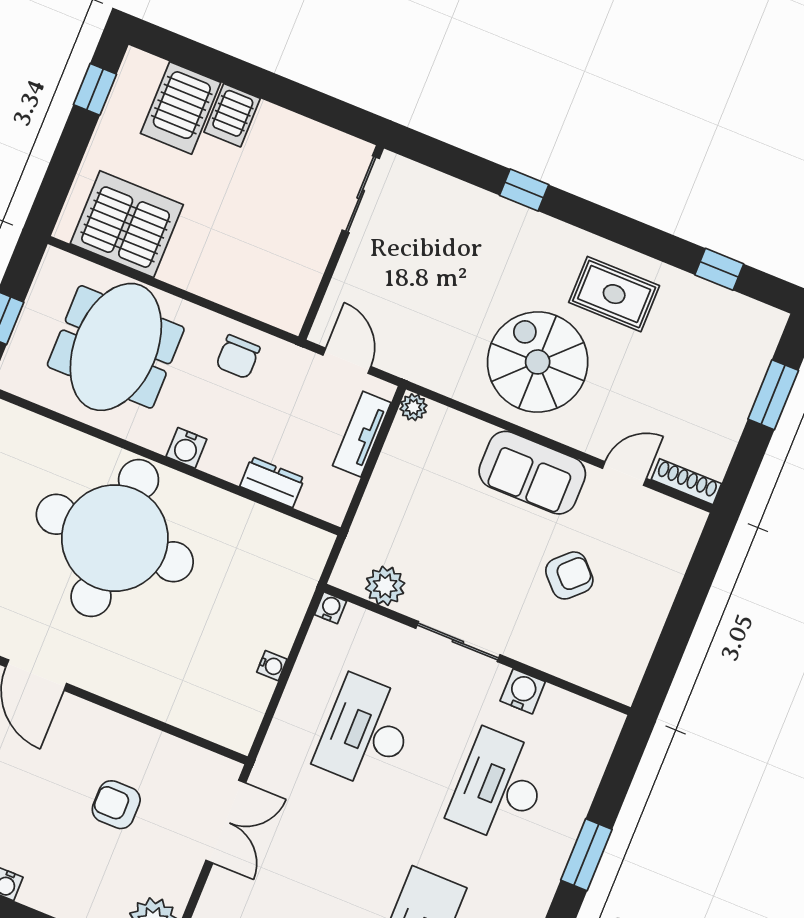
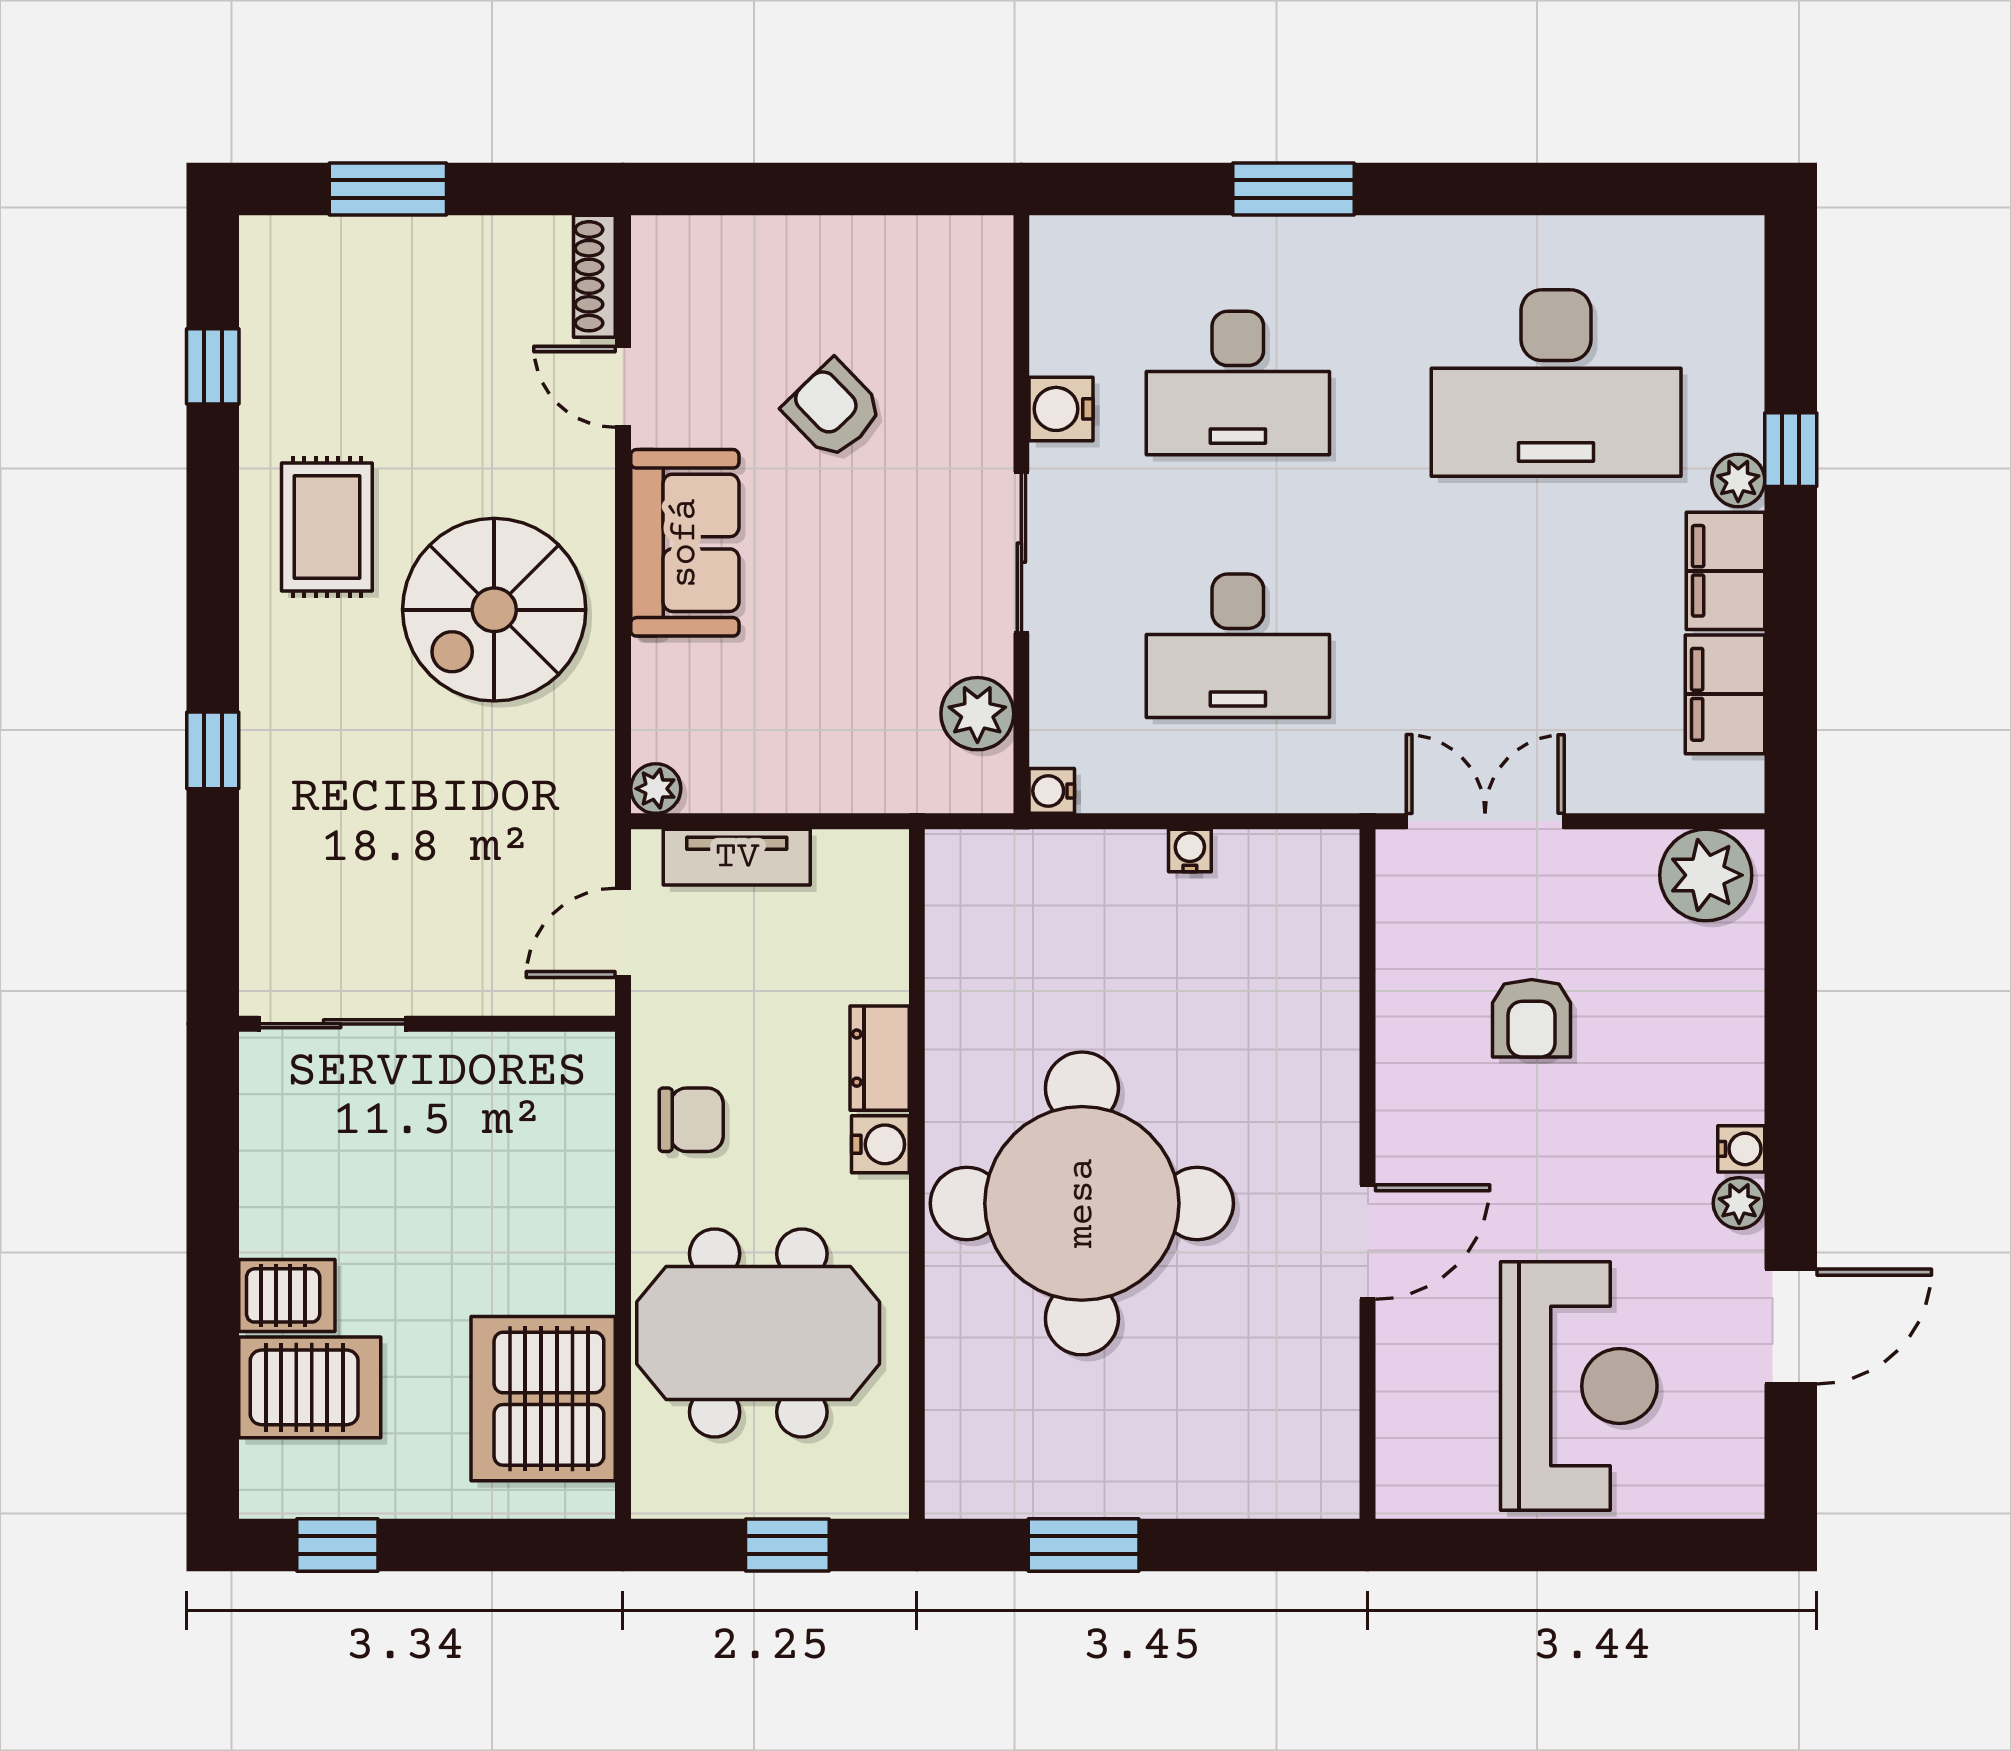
dresser: (272, 482) -> (880, 1058), moved

